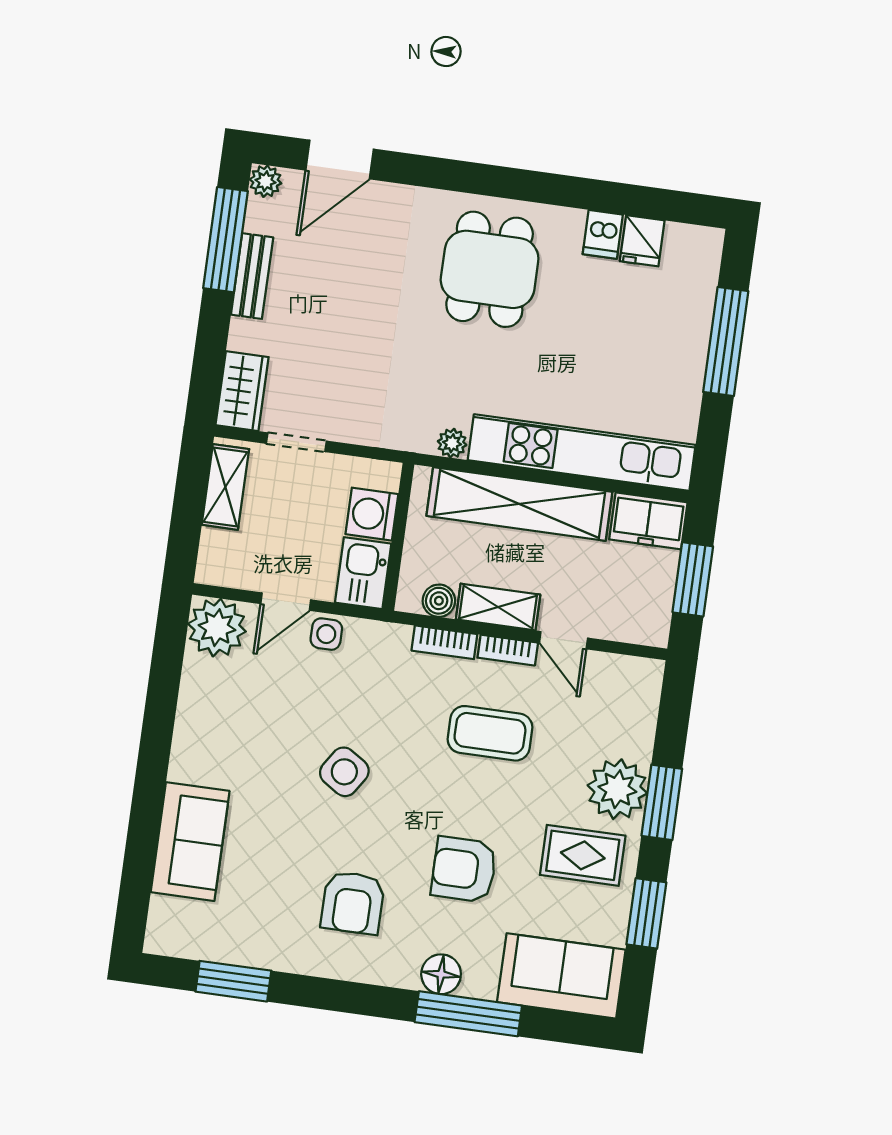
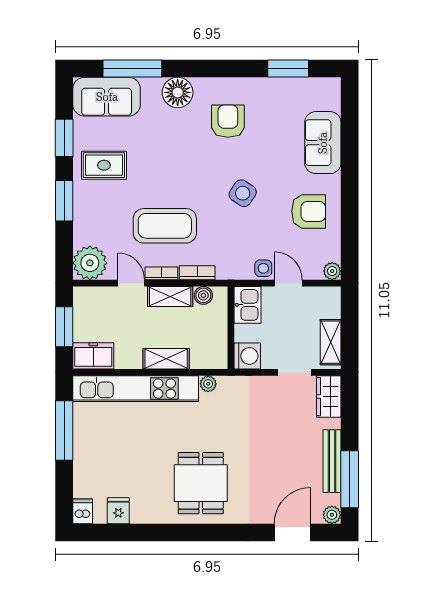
dishwasher: (603, 234) -> (83, 511), moved
bench: (252, 276) -> (332, 461), width x1.36
window: (726, 342) -> (64, 430), moved
shelving: (519, 504) -> (166, 359), width x0.45, depth x0.75
washing machine: (372, 514) -> (247, 356), moved
door: (286, 602) -> (288, 283), hinge flipped
plant: (217, 628) -> (332, 271), width x0.53, depth x0.53
coffee table: (490, 733) -> (165, 226), width x1.36, depth x1.32
plant: (617, 789) -> (90, 263), moved
armchair: (464, 869) -> (309, 211), moved
floor lamp: (441, 974) -> (178, 92), width x1.38, depth x1.38
window: (468, 1014) -> (132, 68), moved

